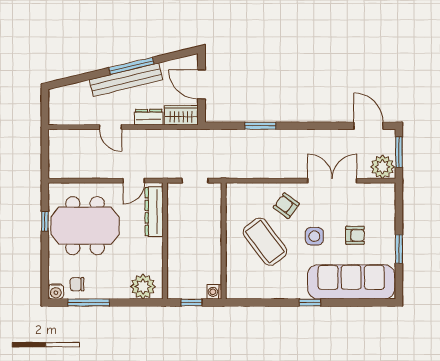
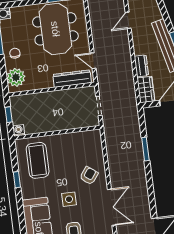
door: (110, 127) -> (128, 20), moved
coffee table: (265, 242) -> (38, 160), moved, turned -53
chair: (77, 284) -> (15, 53), moved
window: (310, 302) -> (17, 180), moved

